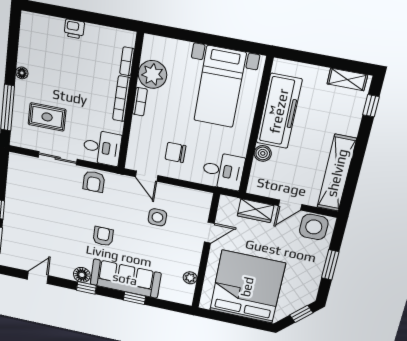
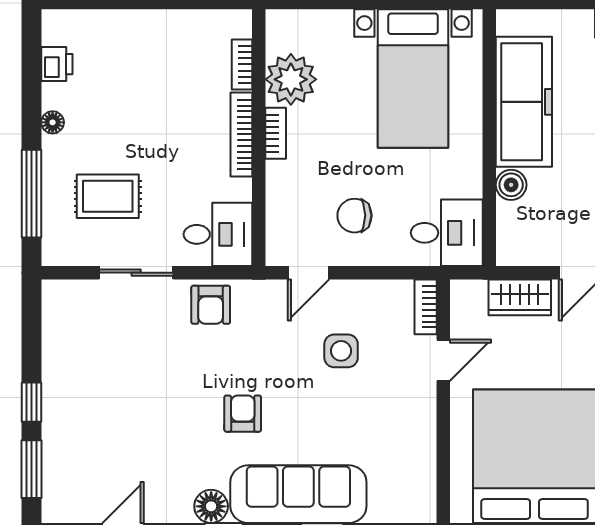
printer: (74, 29) -> (57, 64), moved, turned -90
door: (147, 176) -> (309, 273), hinge flipped
bookcase: (205, 205) -> (426, 307), added
plant: (190, 278) -> (423, 463), removed

